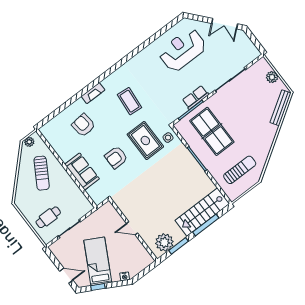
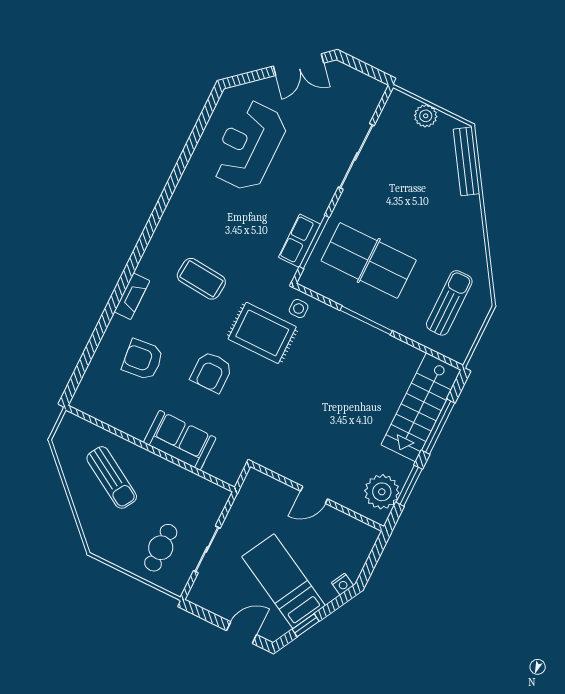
row of seats: (196, 97) -> (299, 241), moved
plant: (29, 142) -> (64, 434), removed
armchair: (116, 157) -> (212, 372), moved

